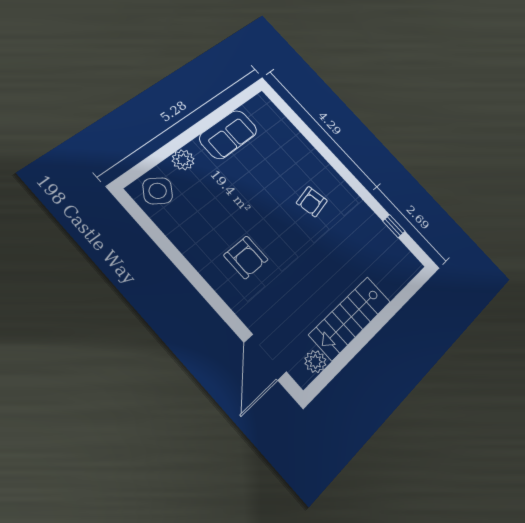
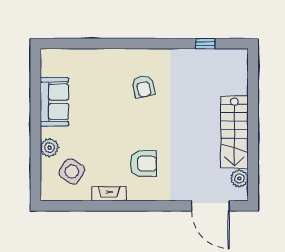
side table: (158, 191) -> (72, 171), moved
fireplace: (189, 248) -> (109, 194), added

